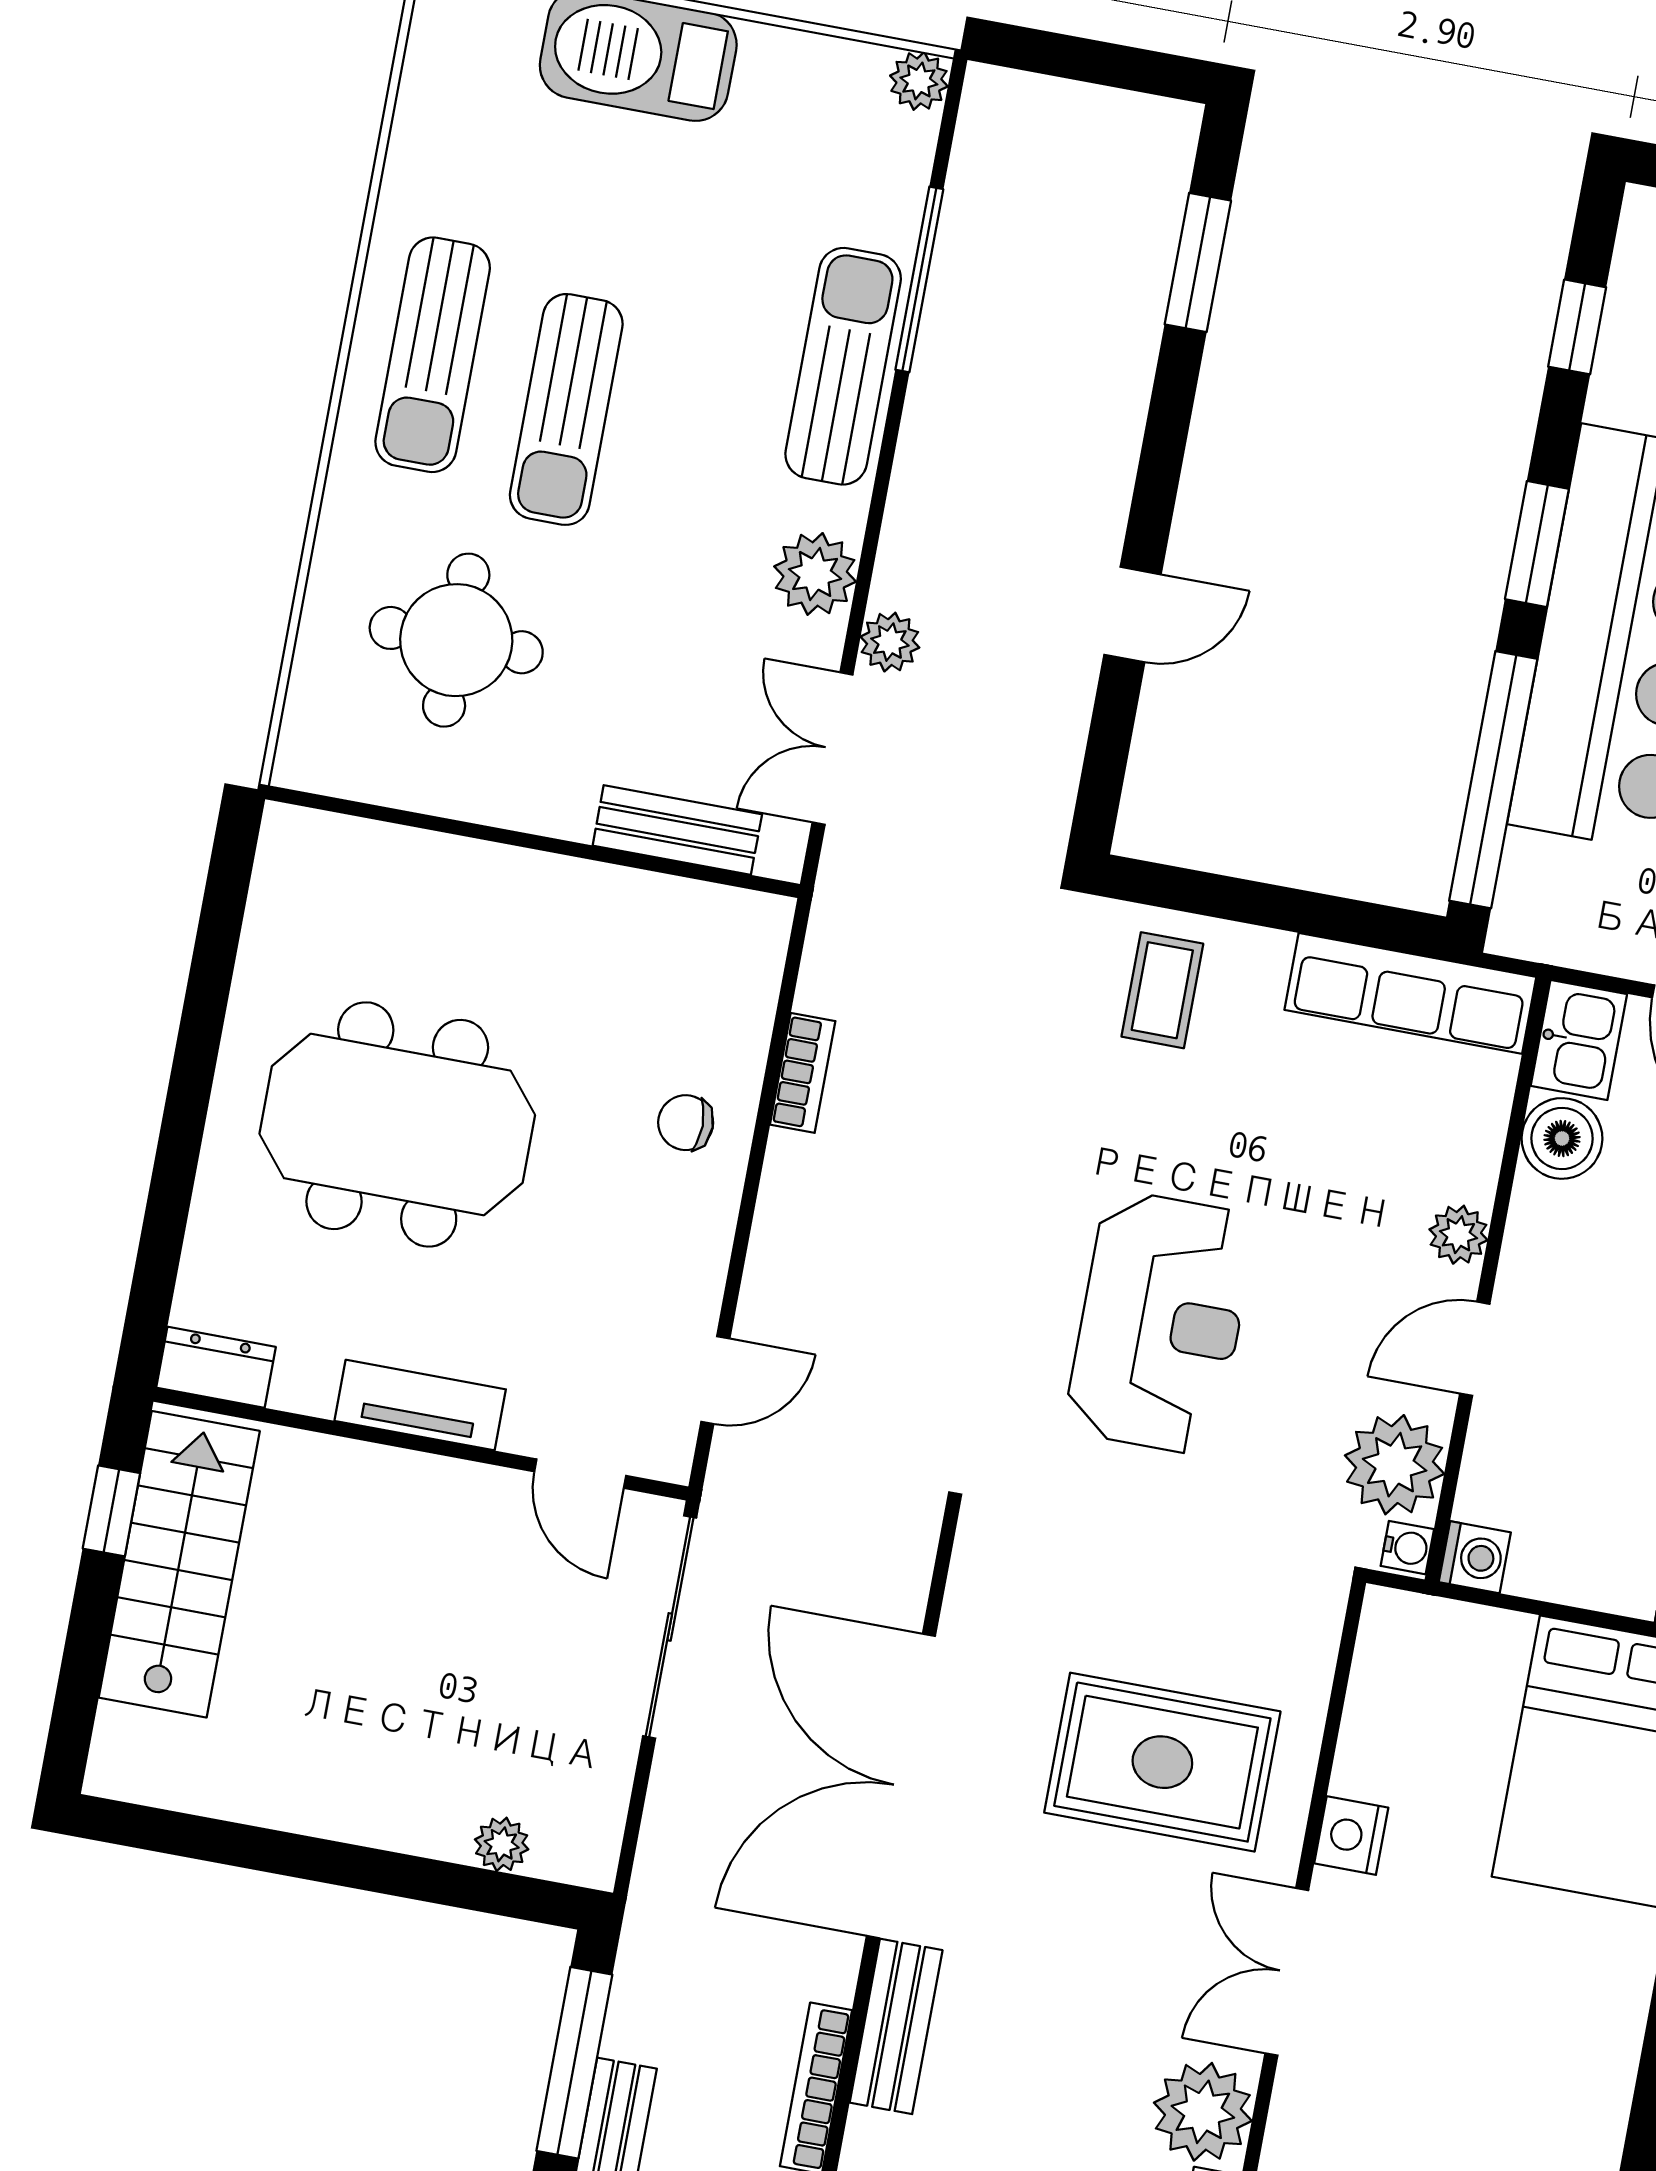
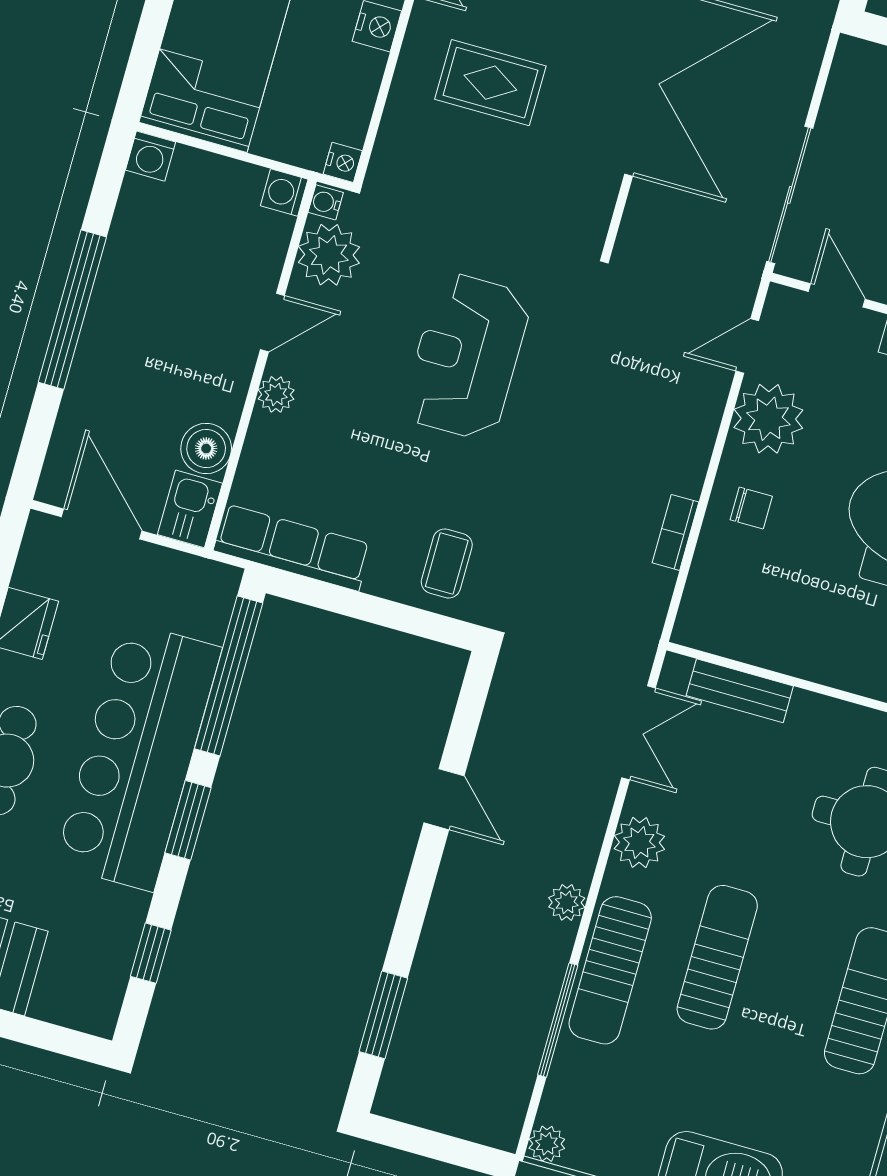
sun lounger: (566, 409) -> (717, 957), moved
door: (1133, 615) -> (444, 799), swing flipped
plant: (890, 642) -> (567, 902), moved
plant: (671, 1267) -> (768, 419), added
nightstand: (1386, 1614) -> (343, 162), added
rug: (1162, 1762) -> (490, 83), width x0.73, depth x0.70

